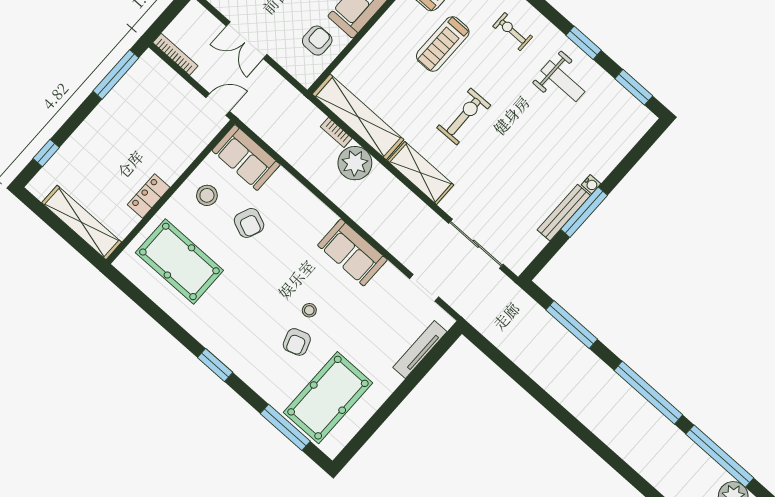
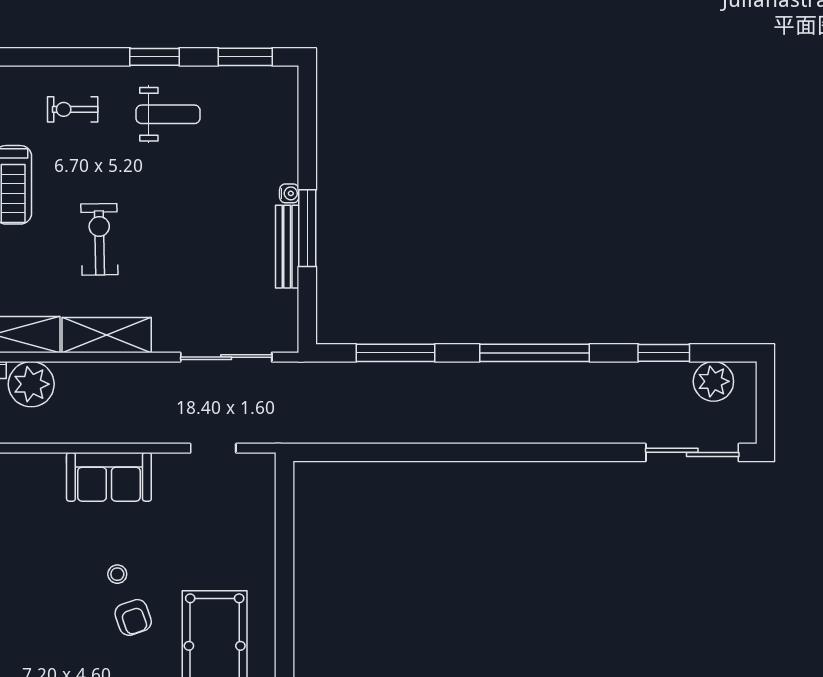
tv unit: (420, 350) -> (264, 515), removed
window: (720, 456) -> (664, 353), width x0.47

